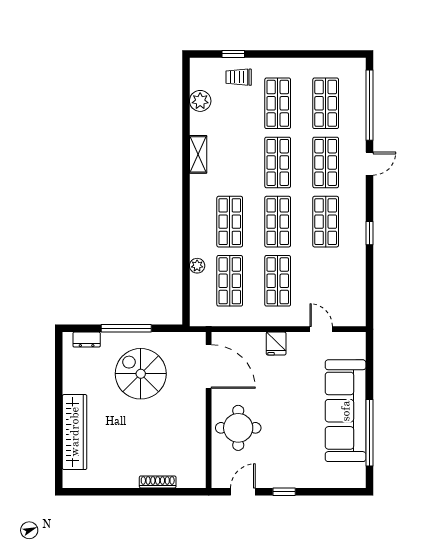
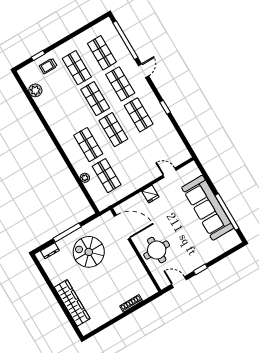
shelving: (198, 154) -> (51, 119), removed
shop shelf: (278, 281) -> (132, 161), removed
door: (243, 492) -> (179, 282), hinge flipped

